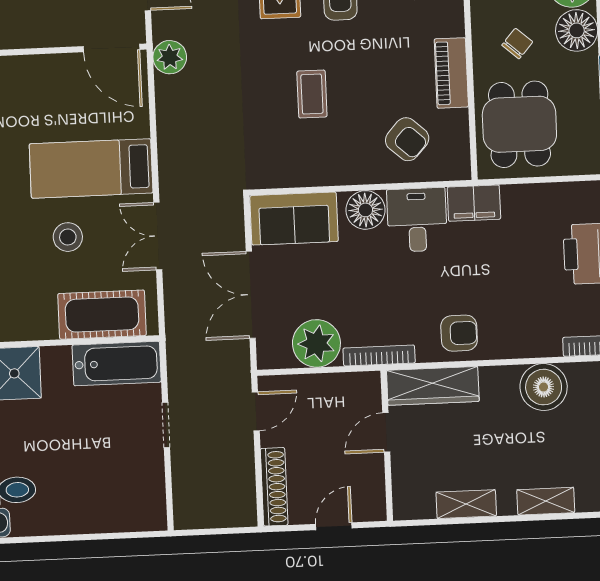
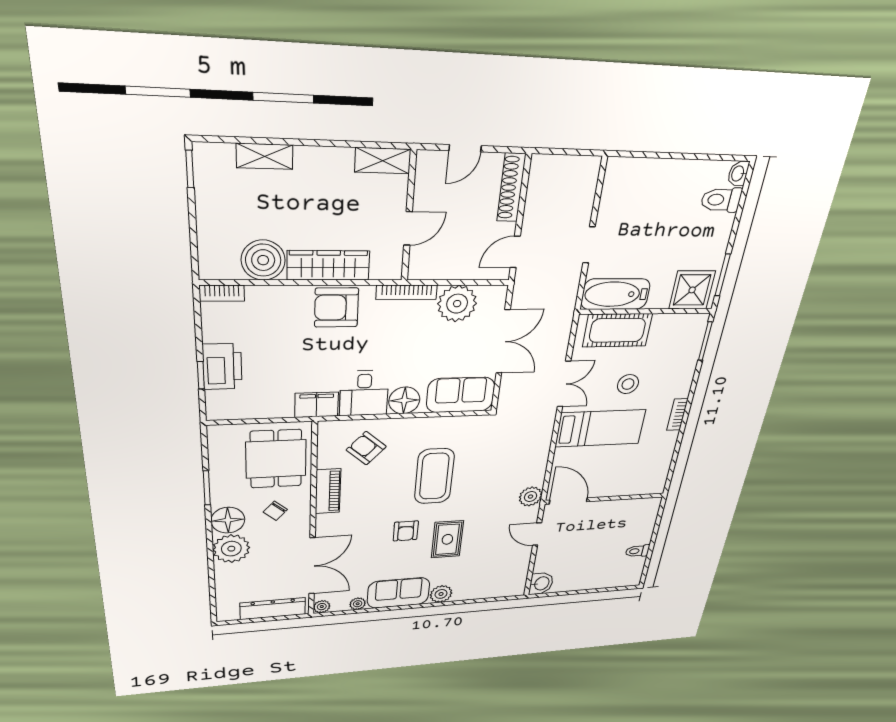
coffee table: (312, 94) -> (434, 476), width x1.86, depth x1.72
armchair: (459, 333) -> (336, 308), width x1.38, depth x1.38
wardrobe: (433, 386) -> (328, 265), moved
shelving: (466, 504) -> (383, 161), moved

